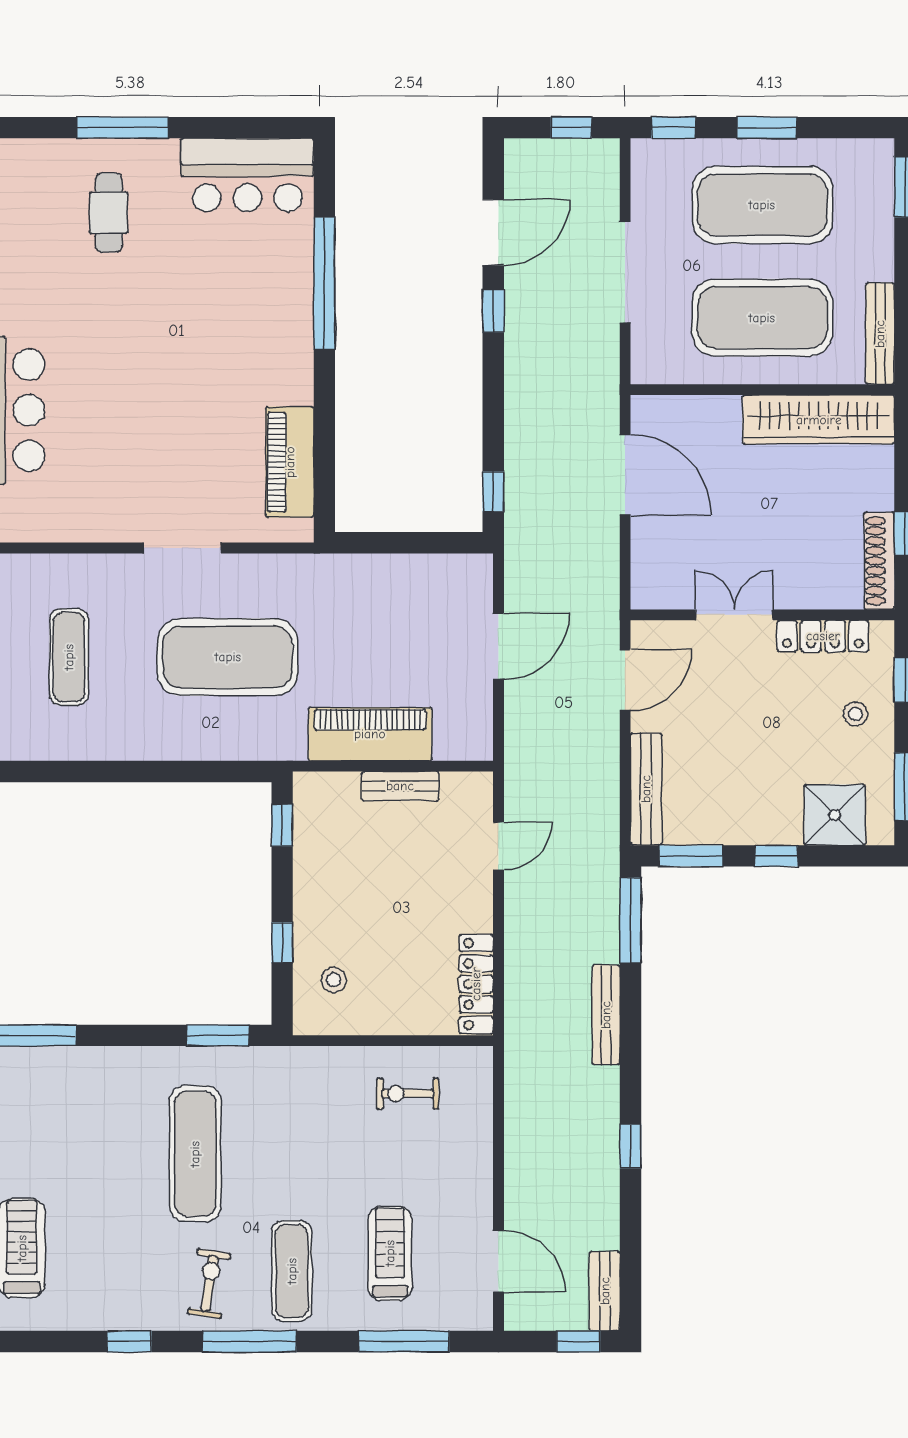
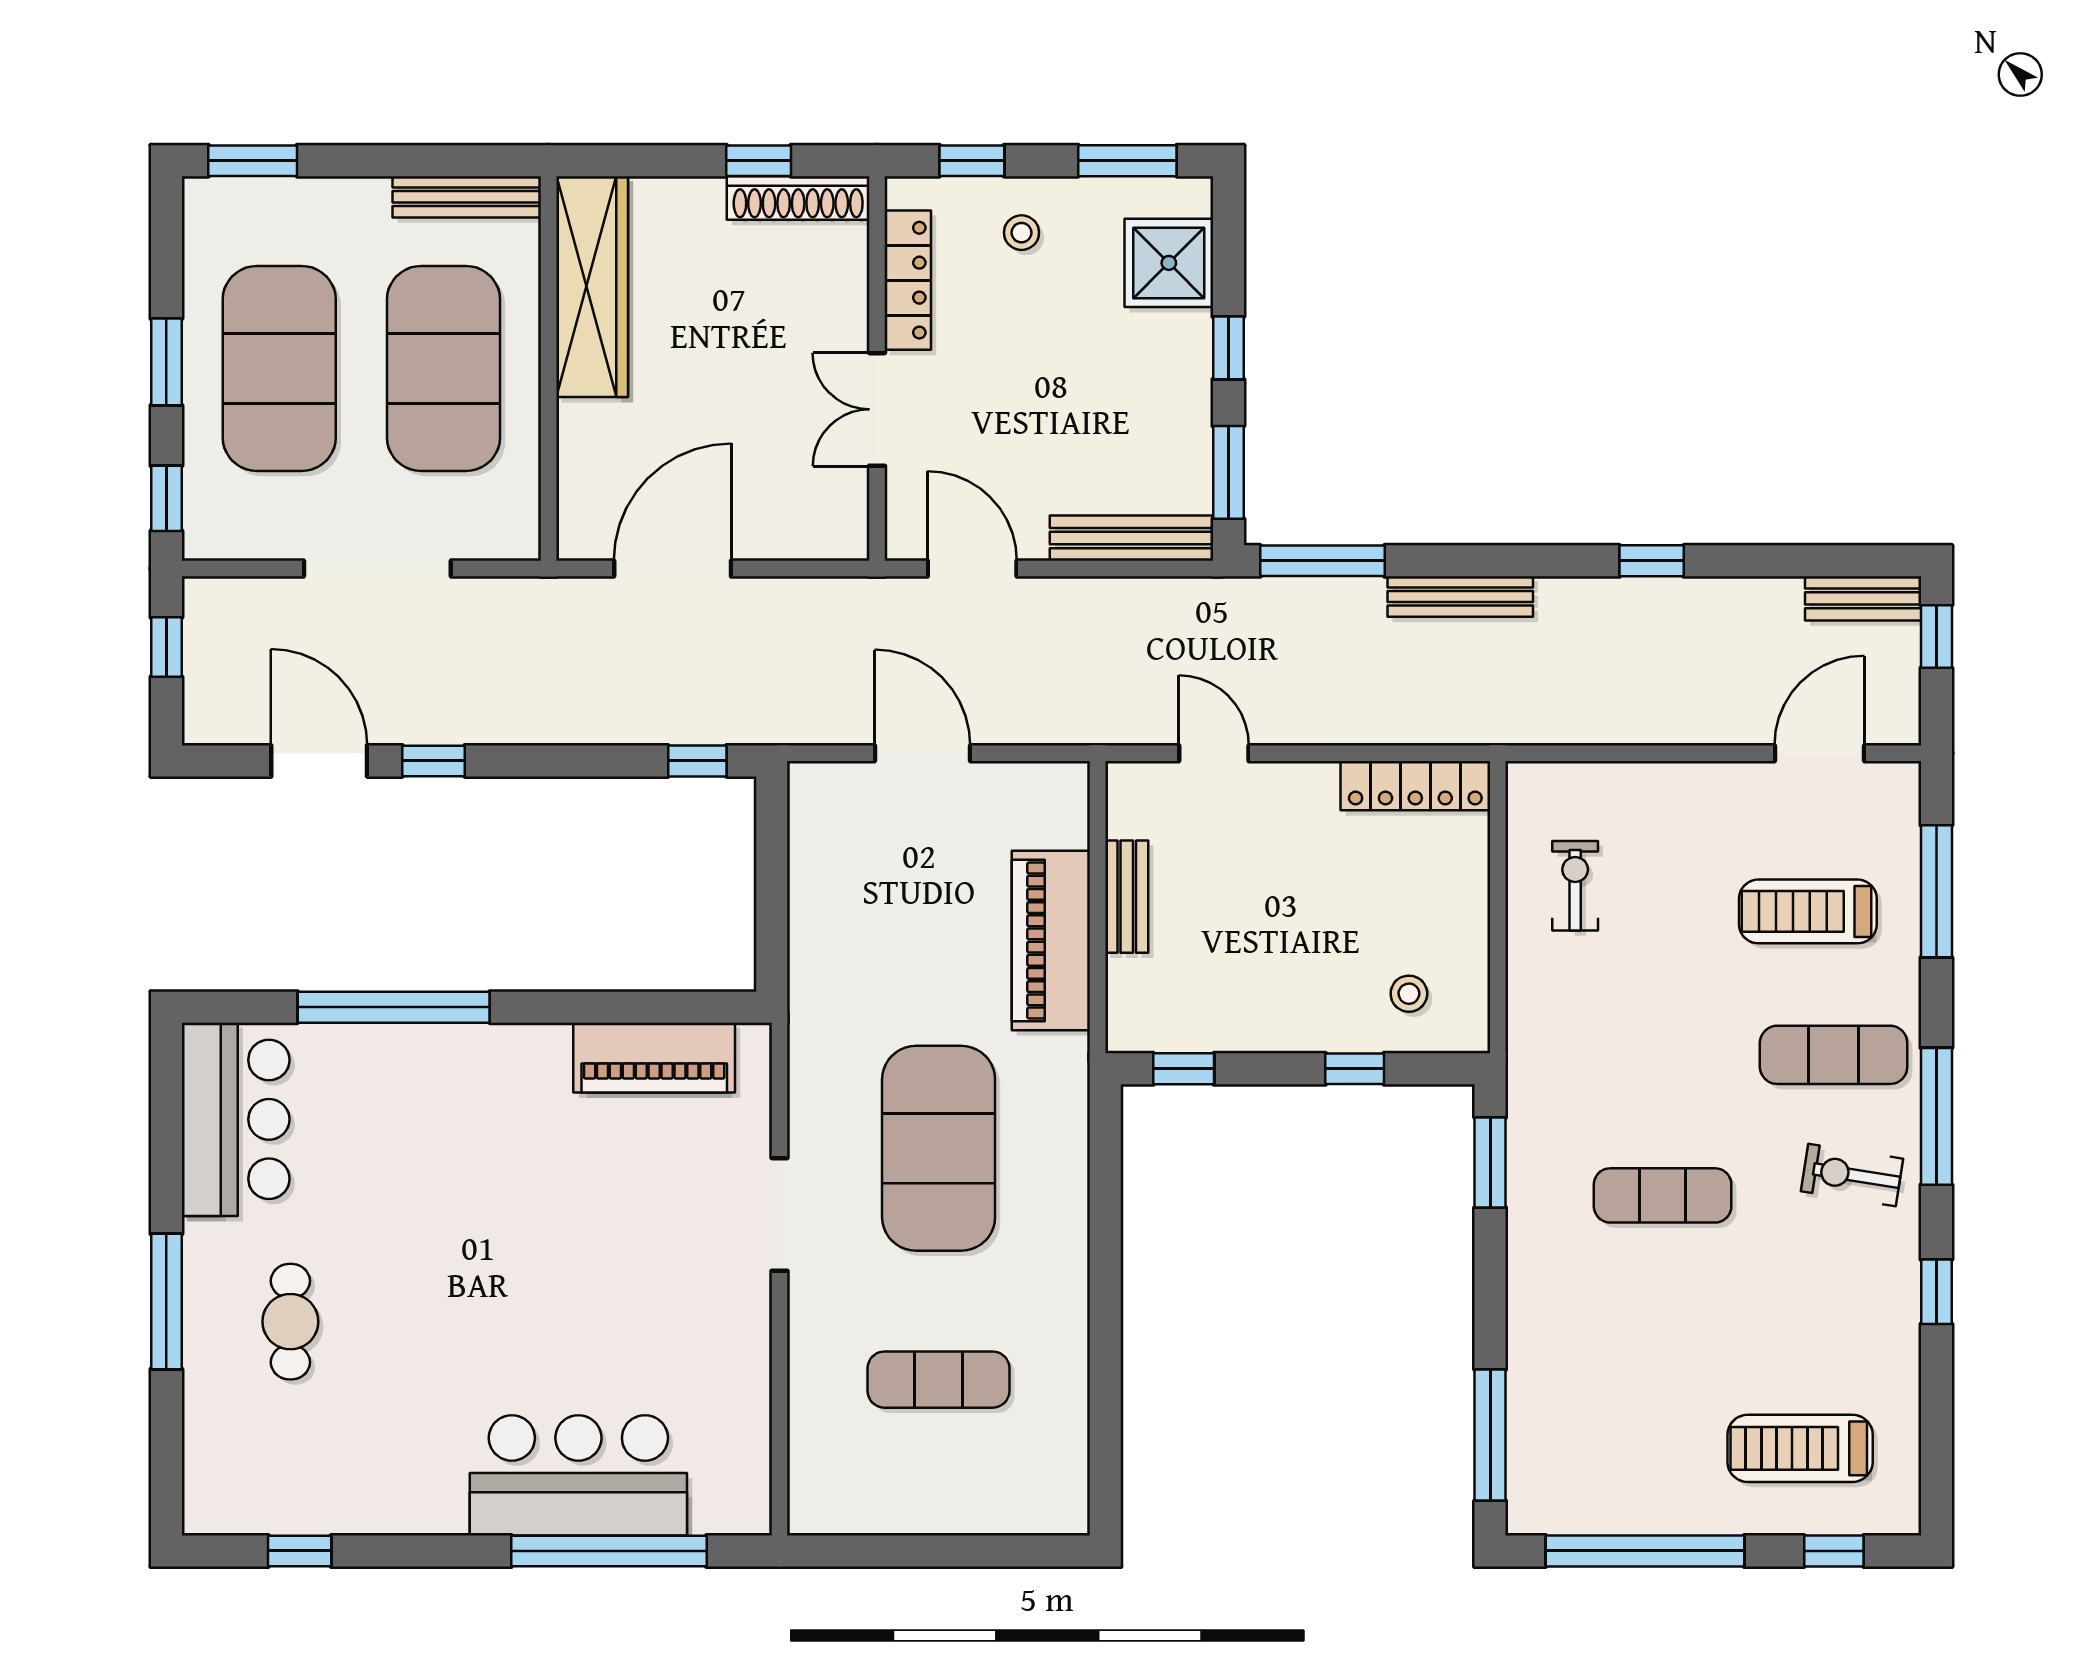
cafe table: (109, 213) -> (290, 1322), turned 90
exercise bike: (408, 1094) -> (1575, 886), turned 180
exercise mat: (195, 1154) -> (1663, 1195), width x0.73, depth x0.69

